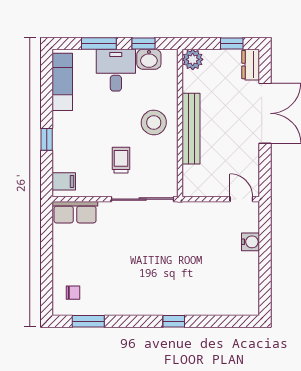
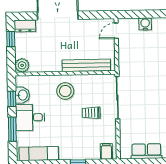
bench: (191, 129) -> (86, 65), moved
row of seats: (75, 212) -> (146, 151), moved, turned -90

